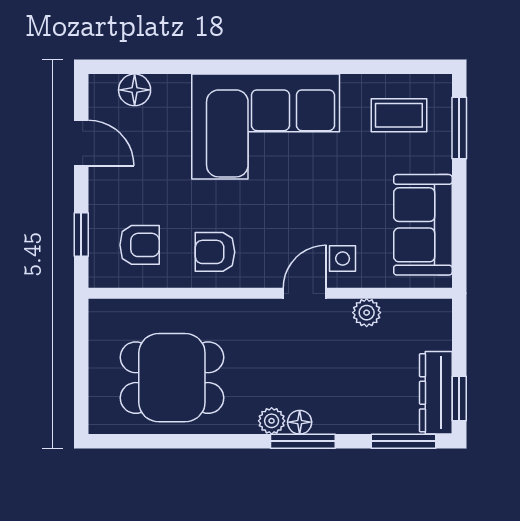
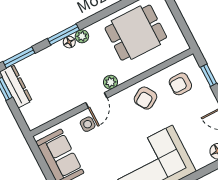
armchair: (215, 252) -> (145, 98), turned 148
plant: (367, 313) -> (110, 82), moved

